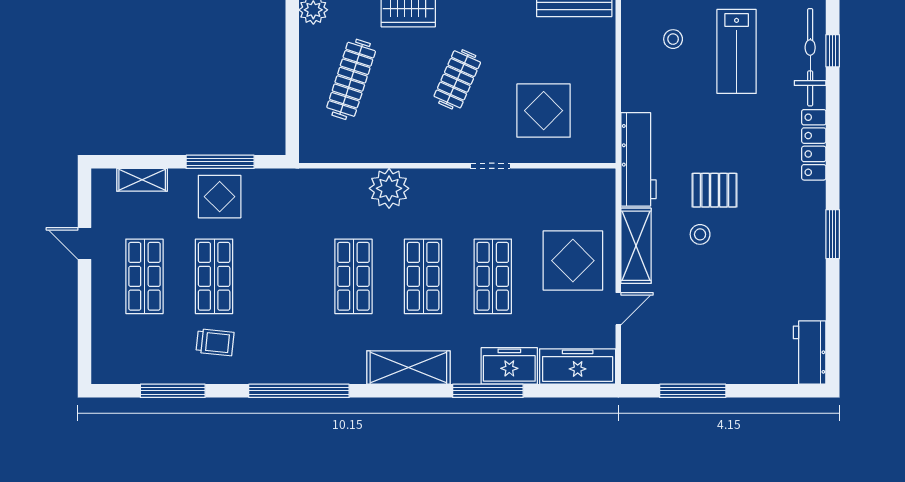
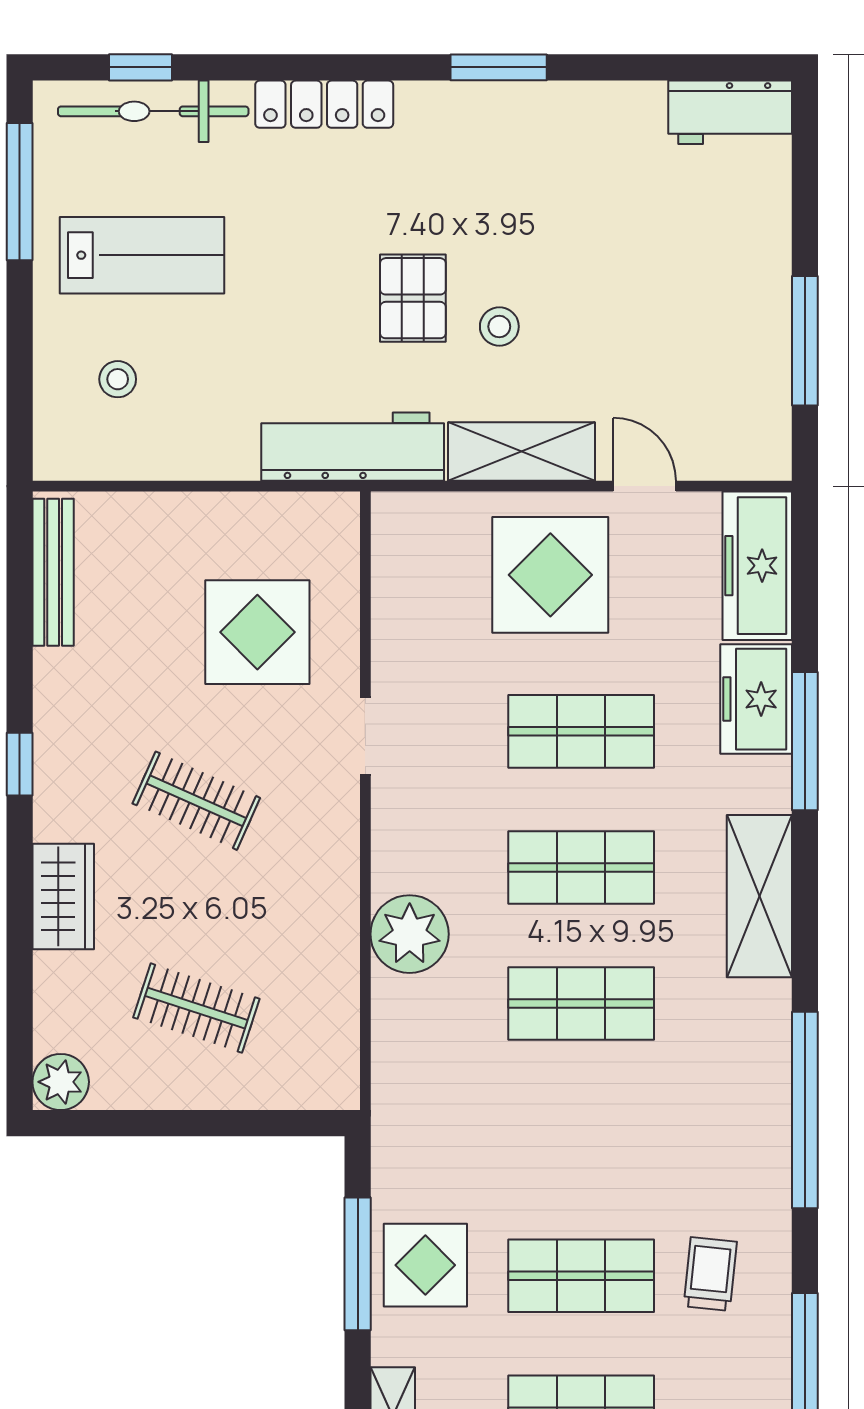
clothes rail: (351, 79) -> (196, 1008), width x0.73

